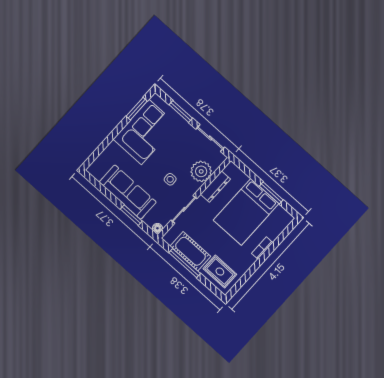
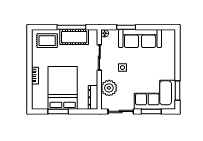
corner sofa: (145, 132) -> (155, 95), moved, turned 90
dresser: (215, 187) -> (93, 97), moved

